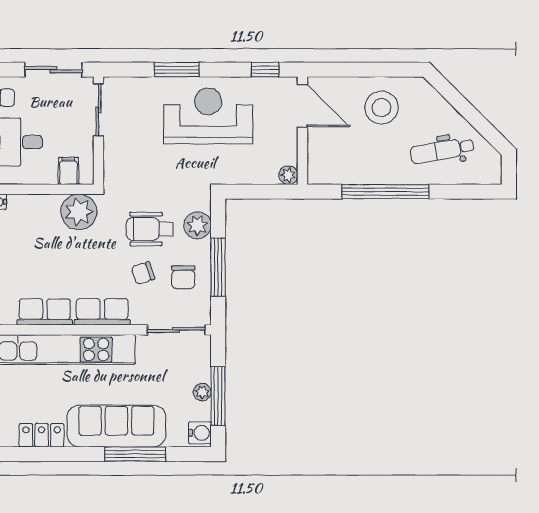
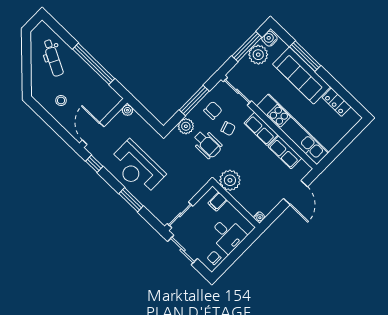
stool: (381, 107) -> (61, 101), width x0.53, depth x0.53
dental chair: (442, 150) -> (53, 58), turned 37
plant: (202, 392) -> (258, 55), width x1.88, depth x1.88

